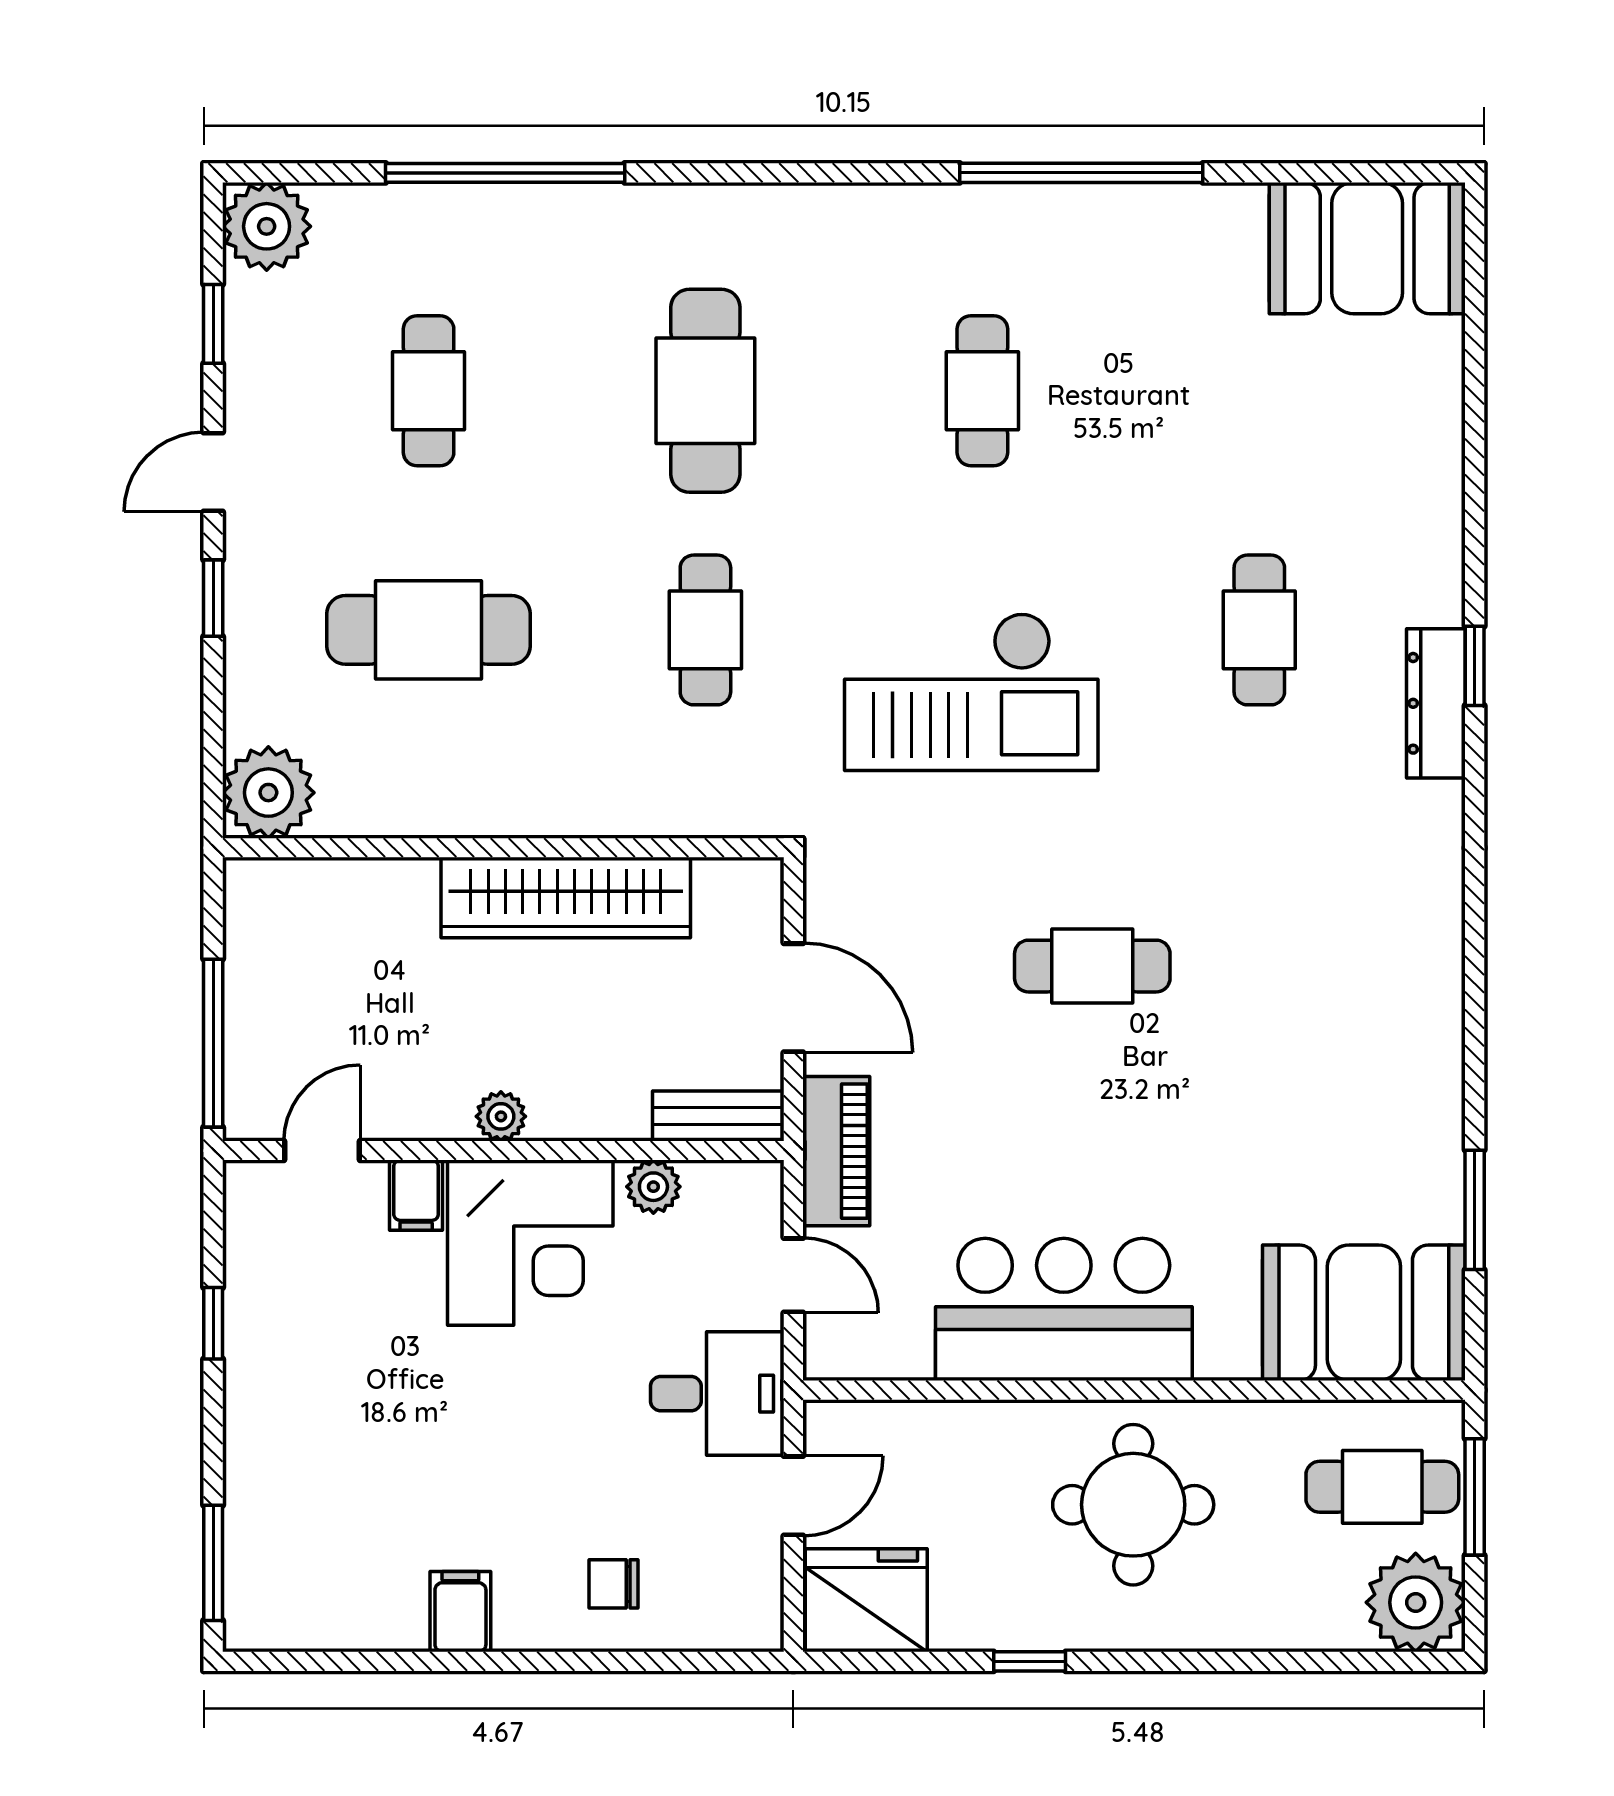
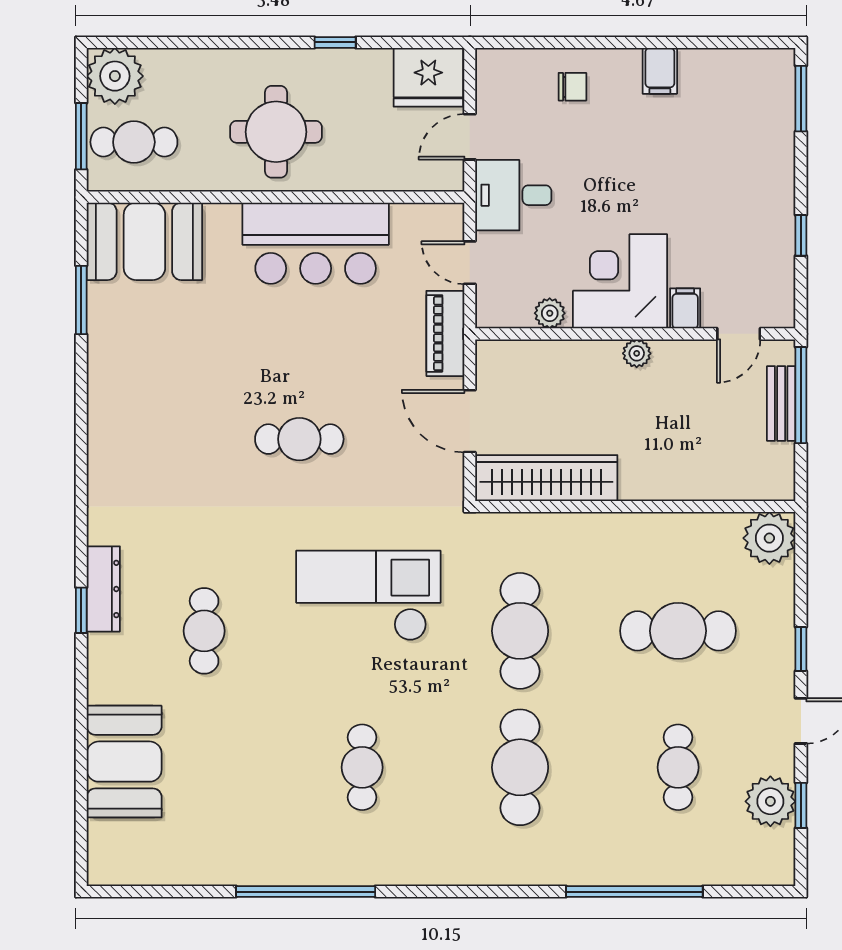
plant: (267, 226) -> (770, 801), moved
booth: (1367, 248) -> (124, 762), moved, turned 90
cafe table: (705, 630) -> (520, 631), width x1.37, depth x1.35
wardrobe: (566, 898) -> (546, 478), moved
bench: (718, 1116) -> (781, 403), moved, turned 90

